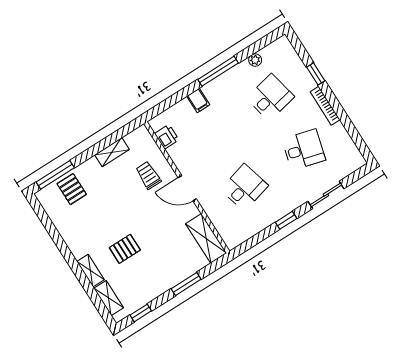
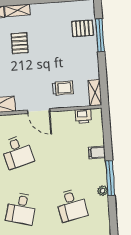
plant: (255, 60) -> (103, 191), moved
shelving: (112, 152) -> (95, 93), moved
window: (55, 175) -> (100, 35), moved
door: (187, 188) -> (39, 111), swing flipped

